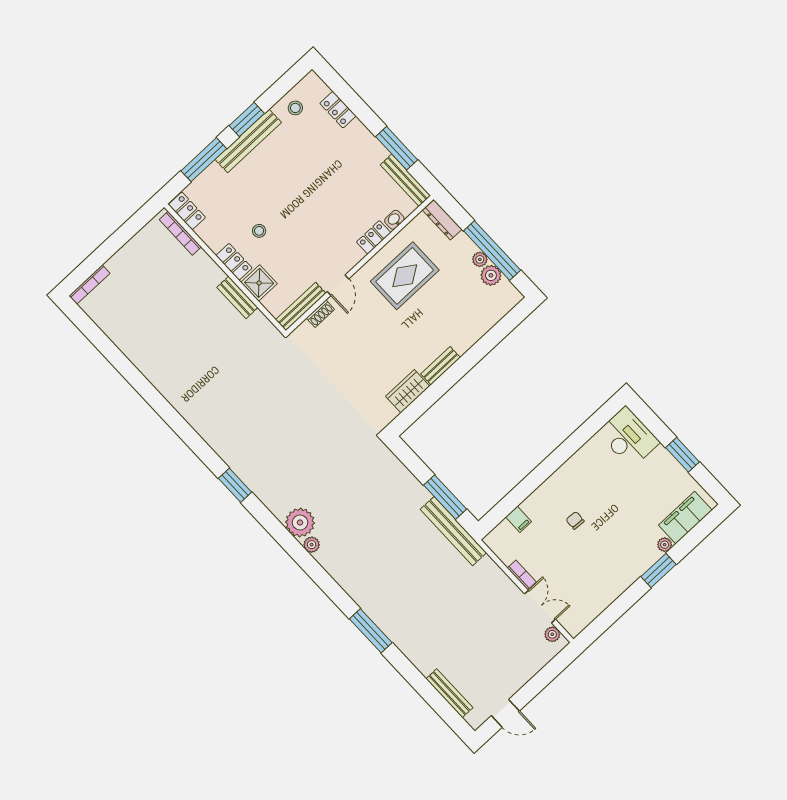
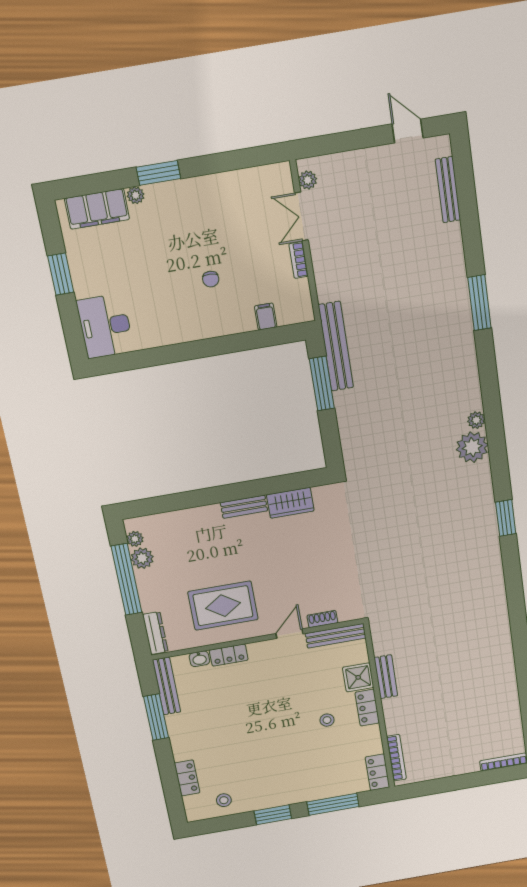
bench: (248, 141) -> (284, 797), removed
plant: (480, 259) -> (135, 539), moved

